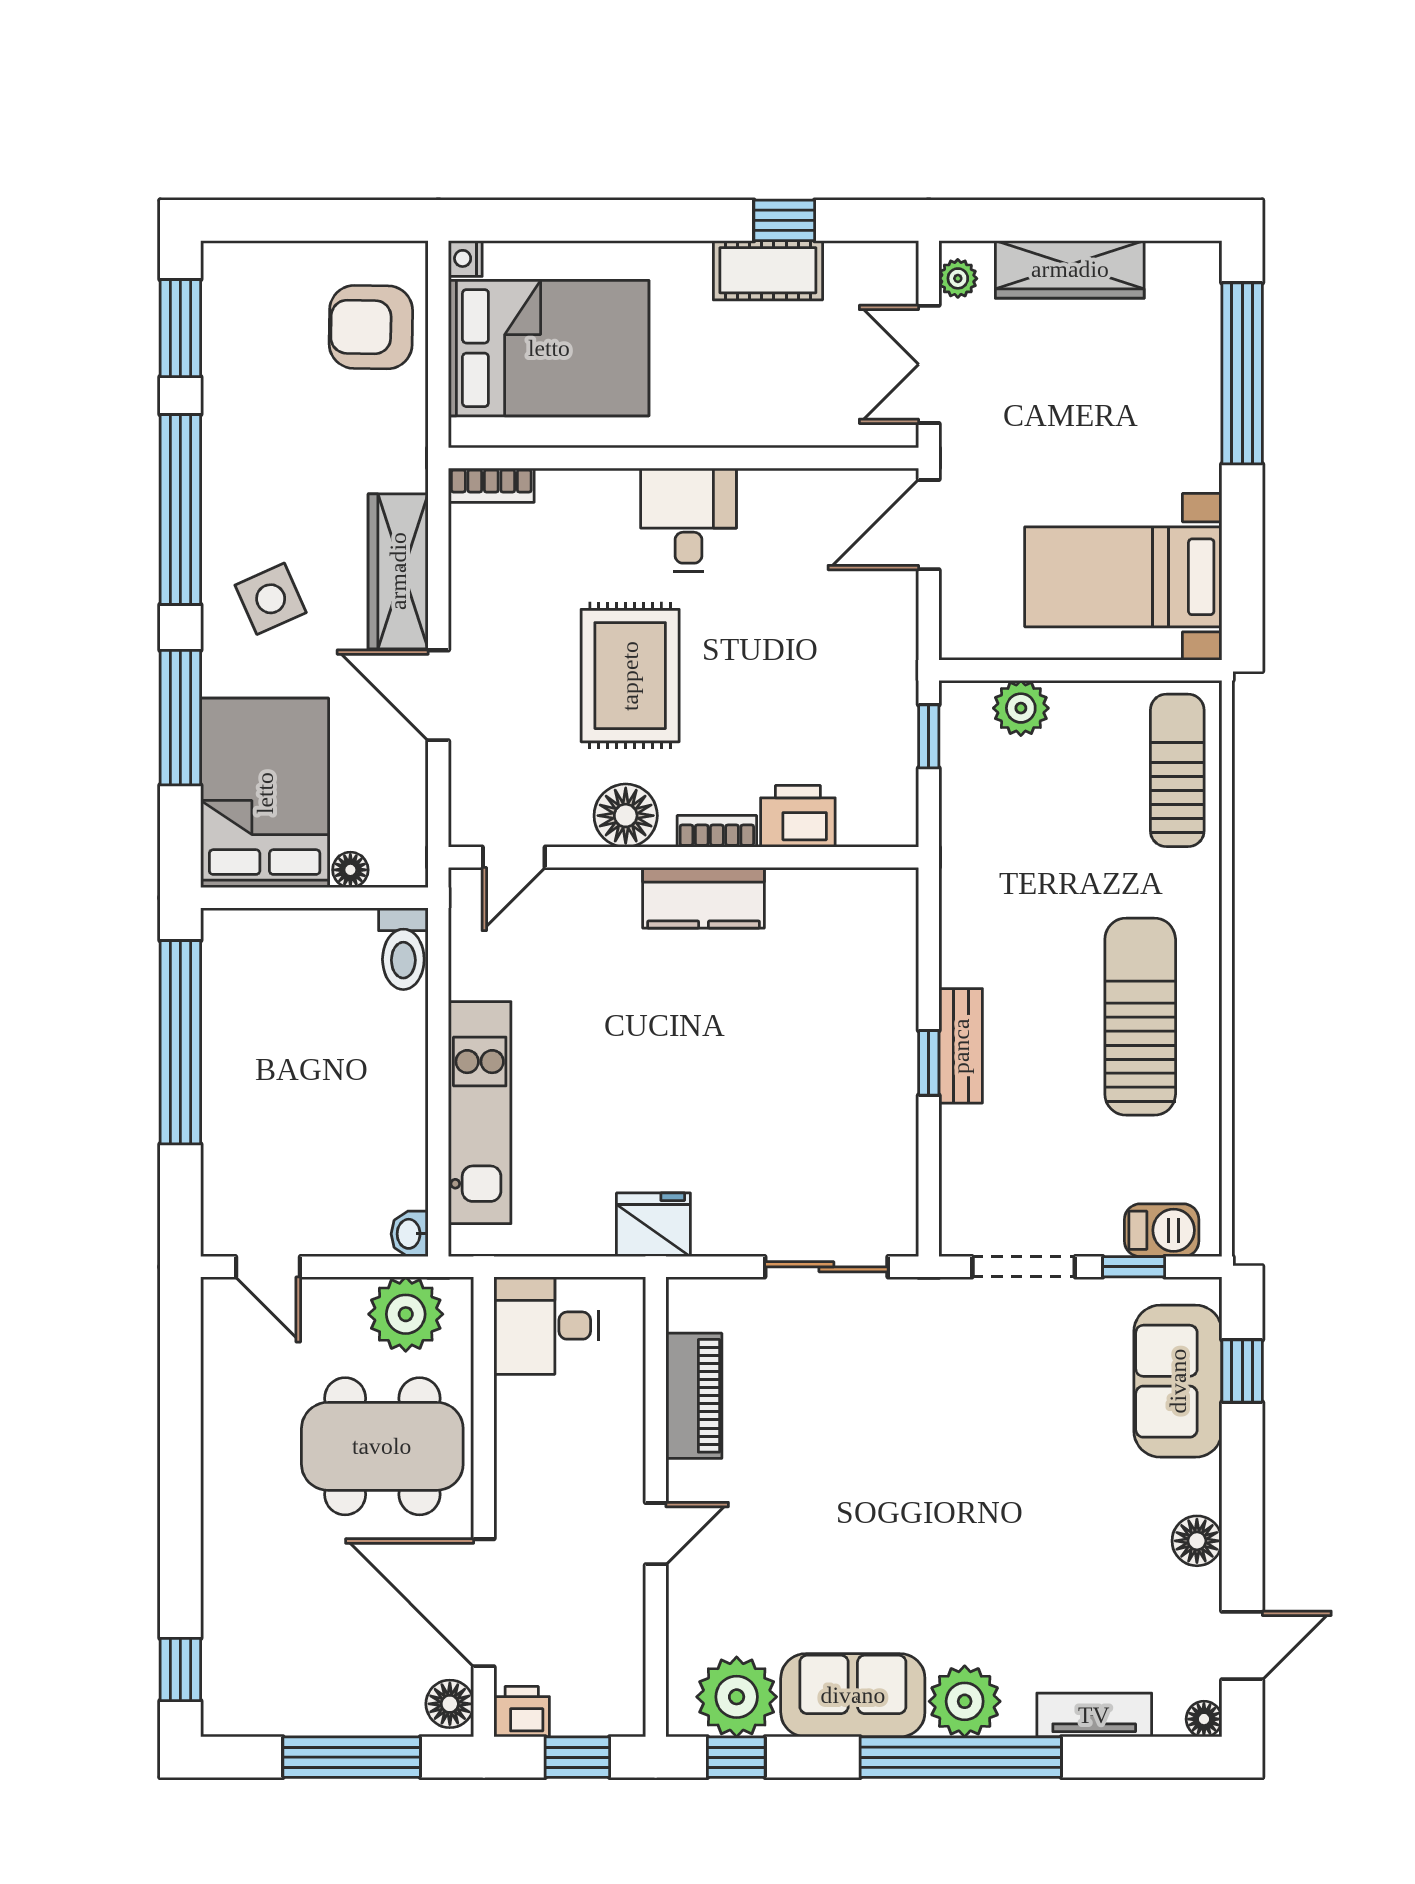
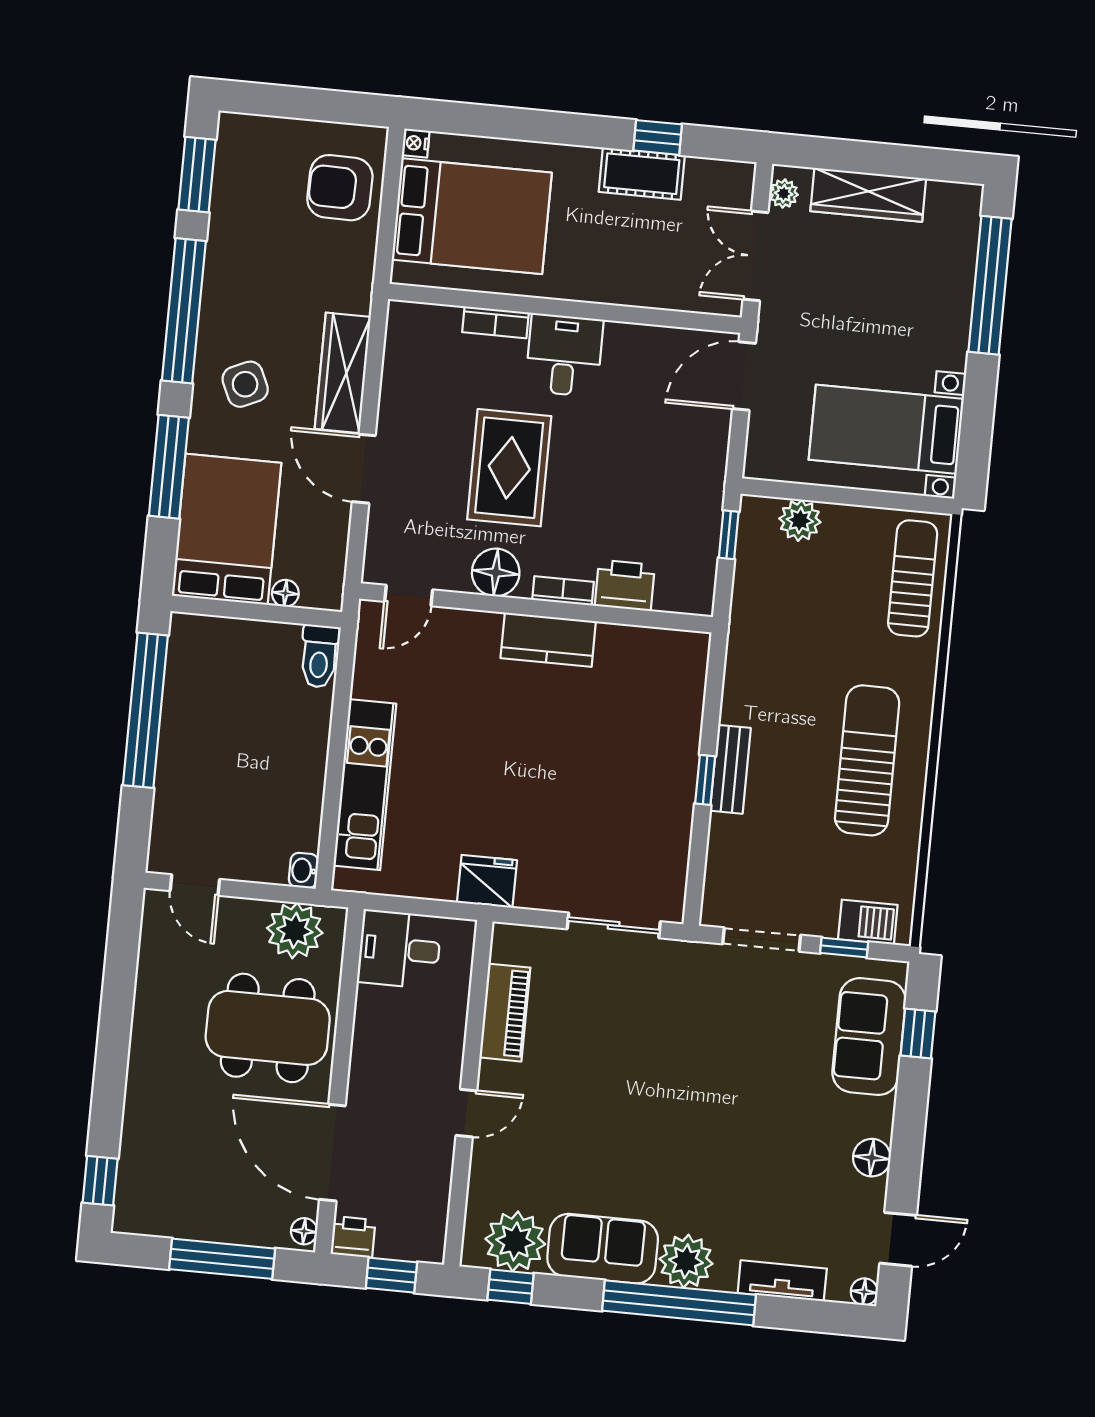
bookcase: (491, 485) -> (496, 322), moved
floor lamp: (450, 1704) -> (304, 1231), width x0.73, depth x0.73

